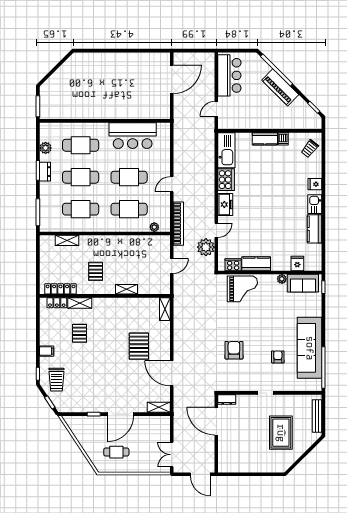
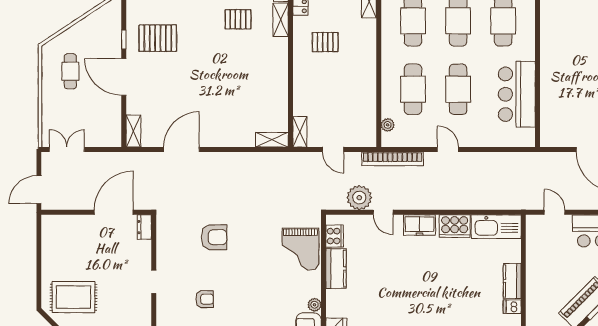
shelving: (126, 289) -> (300, 132), moved
pallet: (139, 346) -> (158, 38), moved
rug: (281, 433) -> (73, 297), moved

